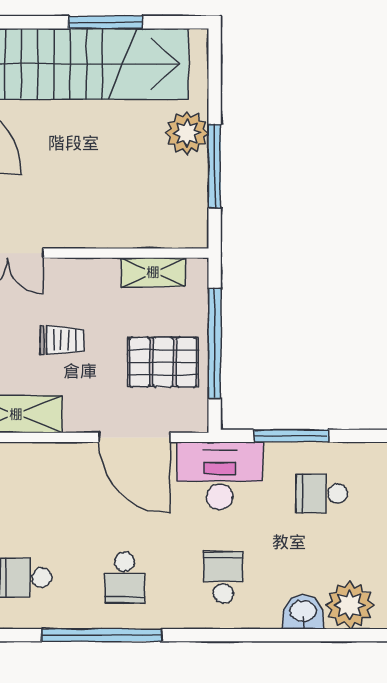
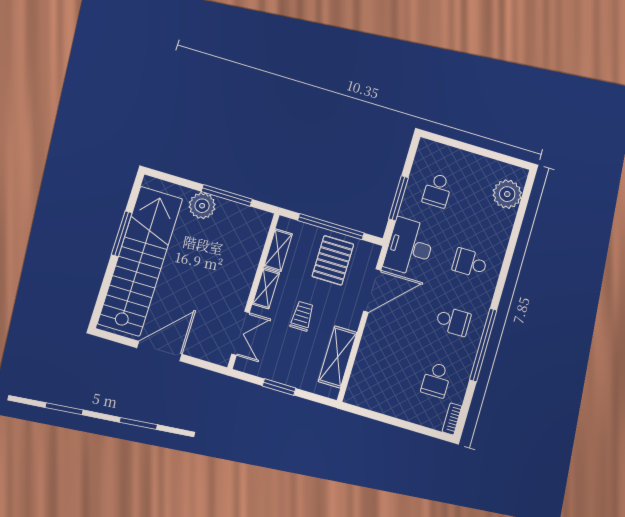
shelving: (88, 271) -> (266, 288), added
washbasin: (303, 612) -> (503, 222), removed

